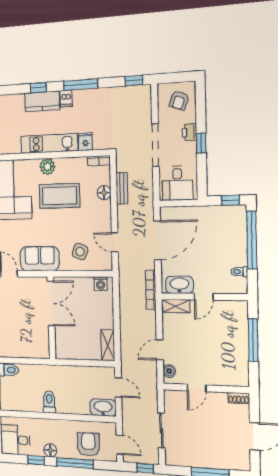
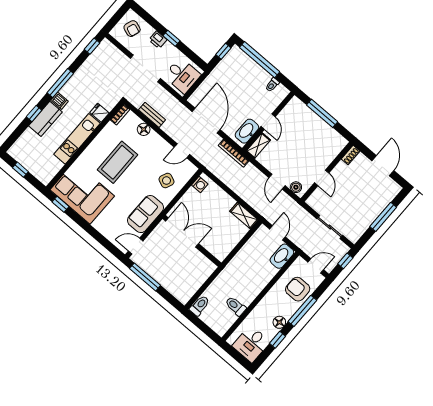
plant: (47, 167) -> (91, 154), removed
door: (118, 387) -> (277, 233), hinge flipped
toilet: (49, 402) -> (236, 306), moved

